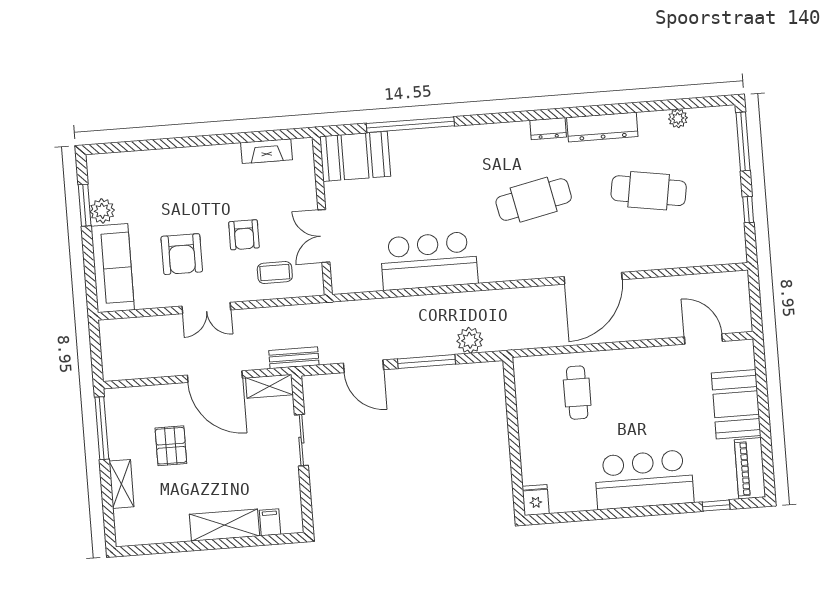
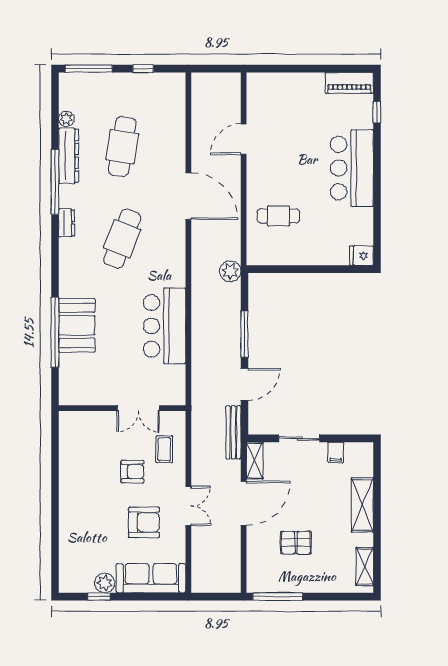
window: (598, 110) -> (55, 182), added
dresser: (602, 127) -> (69, 156), moved
fireplace: (267, 151) -> (67, 448), removed
booth: (355, 156) -> (77, 325), moved
cafe table: (534, 200) -> (122, 239), turned 33
window: (85, 205) -> (99, 597), width x0.67
door: (703, 339) -> (244, 139), moved
plant: (470, 340) -> (230, 271), moved
bench: (294, 358) -> (233, 432), width x1.36
booth: (736, 404) -> (297, 90), removed
shelving: (121, 484) -> (365, 567), moved, turned 90
filing cabinet: (270, 522) -> (336, 452), moved, turned -90

